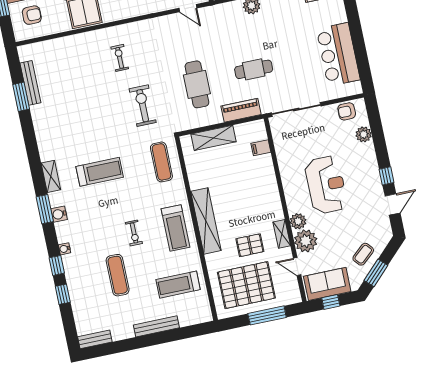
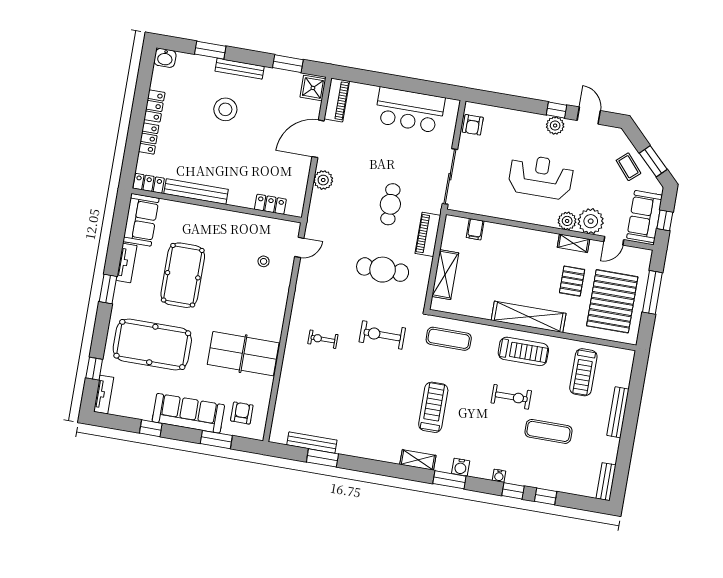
plant: (364, 134) -> (555, 126), moved
exercise bike: (134, 233) -> (511, 397), width x1.38, depth x1.39

